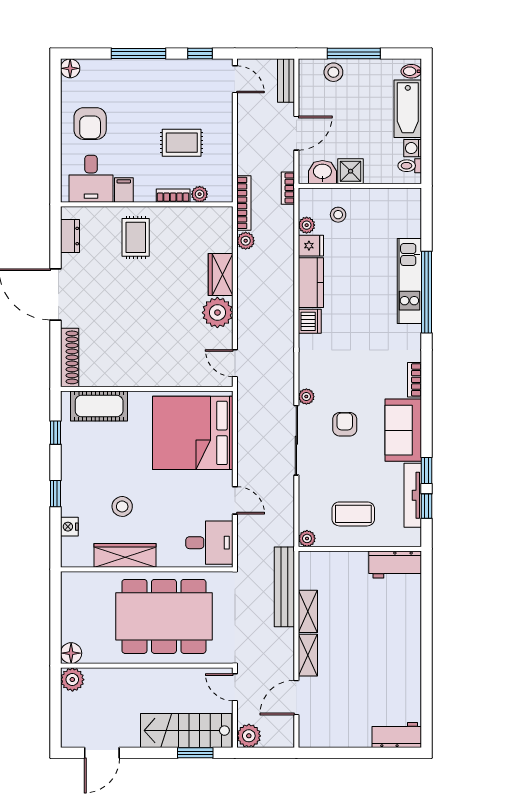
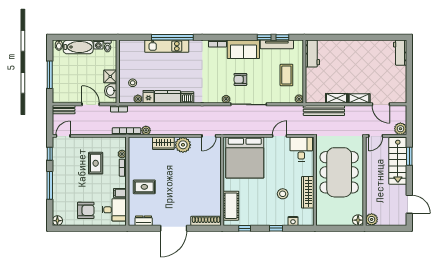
stool: (333, 72) -> (59, 85), removed

